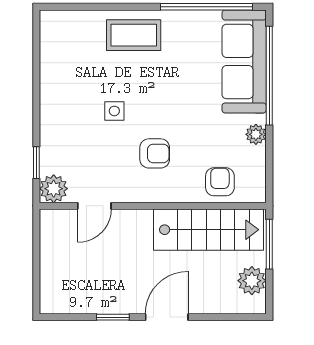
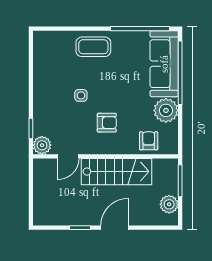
plant: (256, 134) -> (166, 110), width x1.88, depth x1.88
stairs: (208, 230) -> (117, 172), moved

